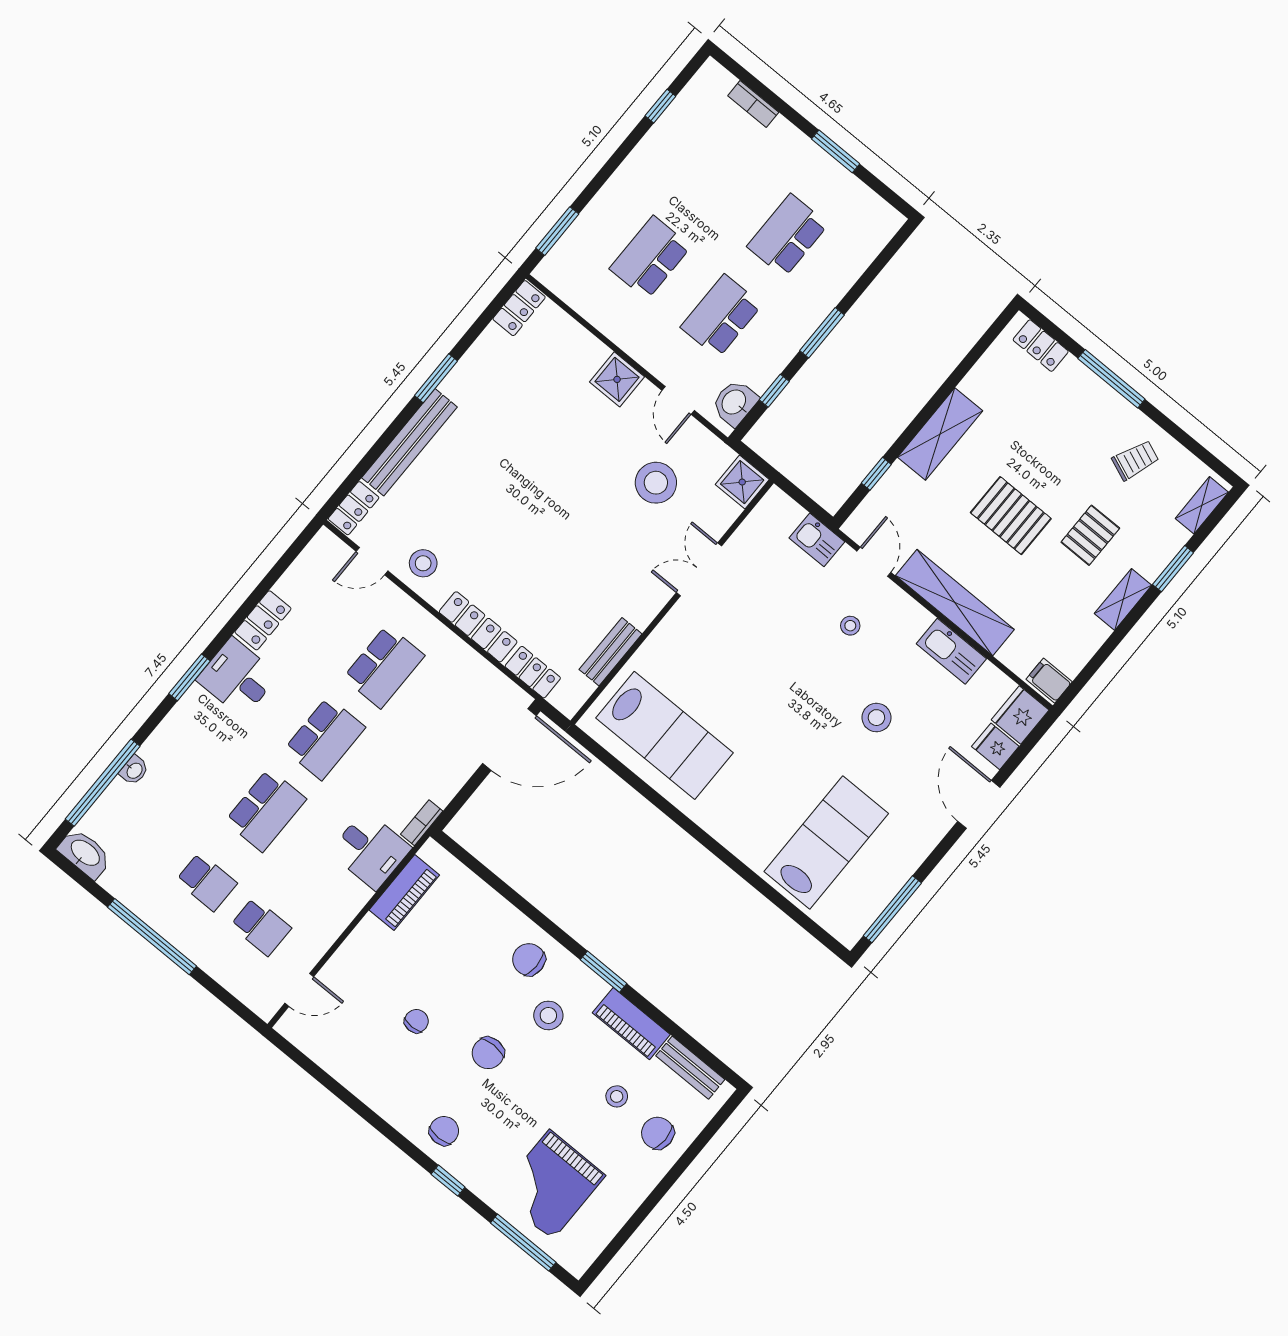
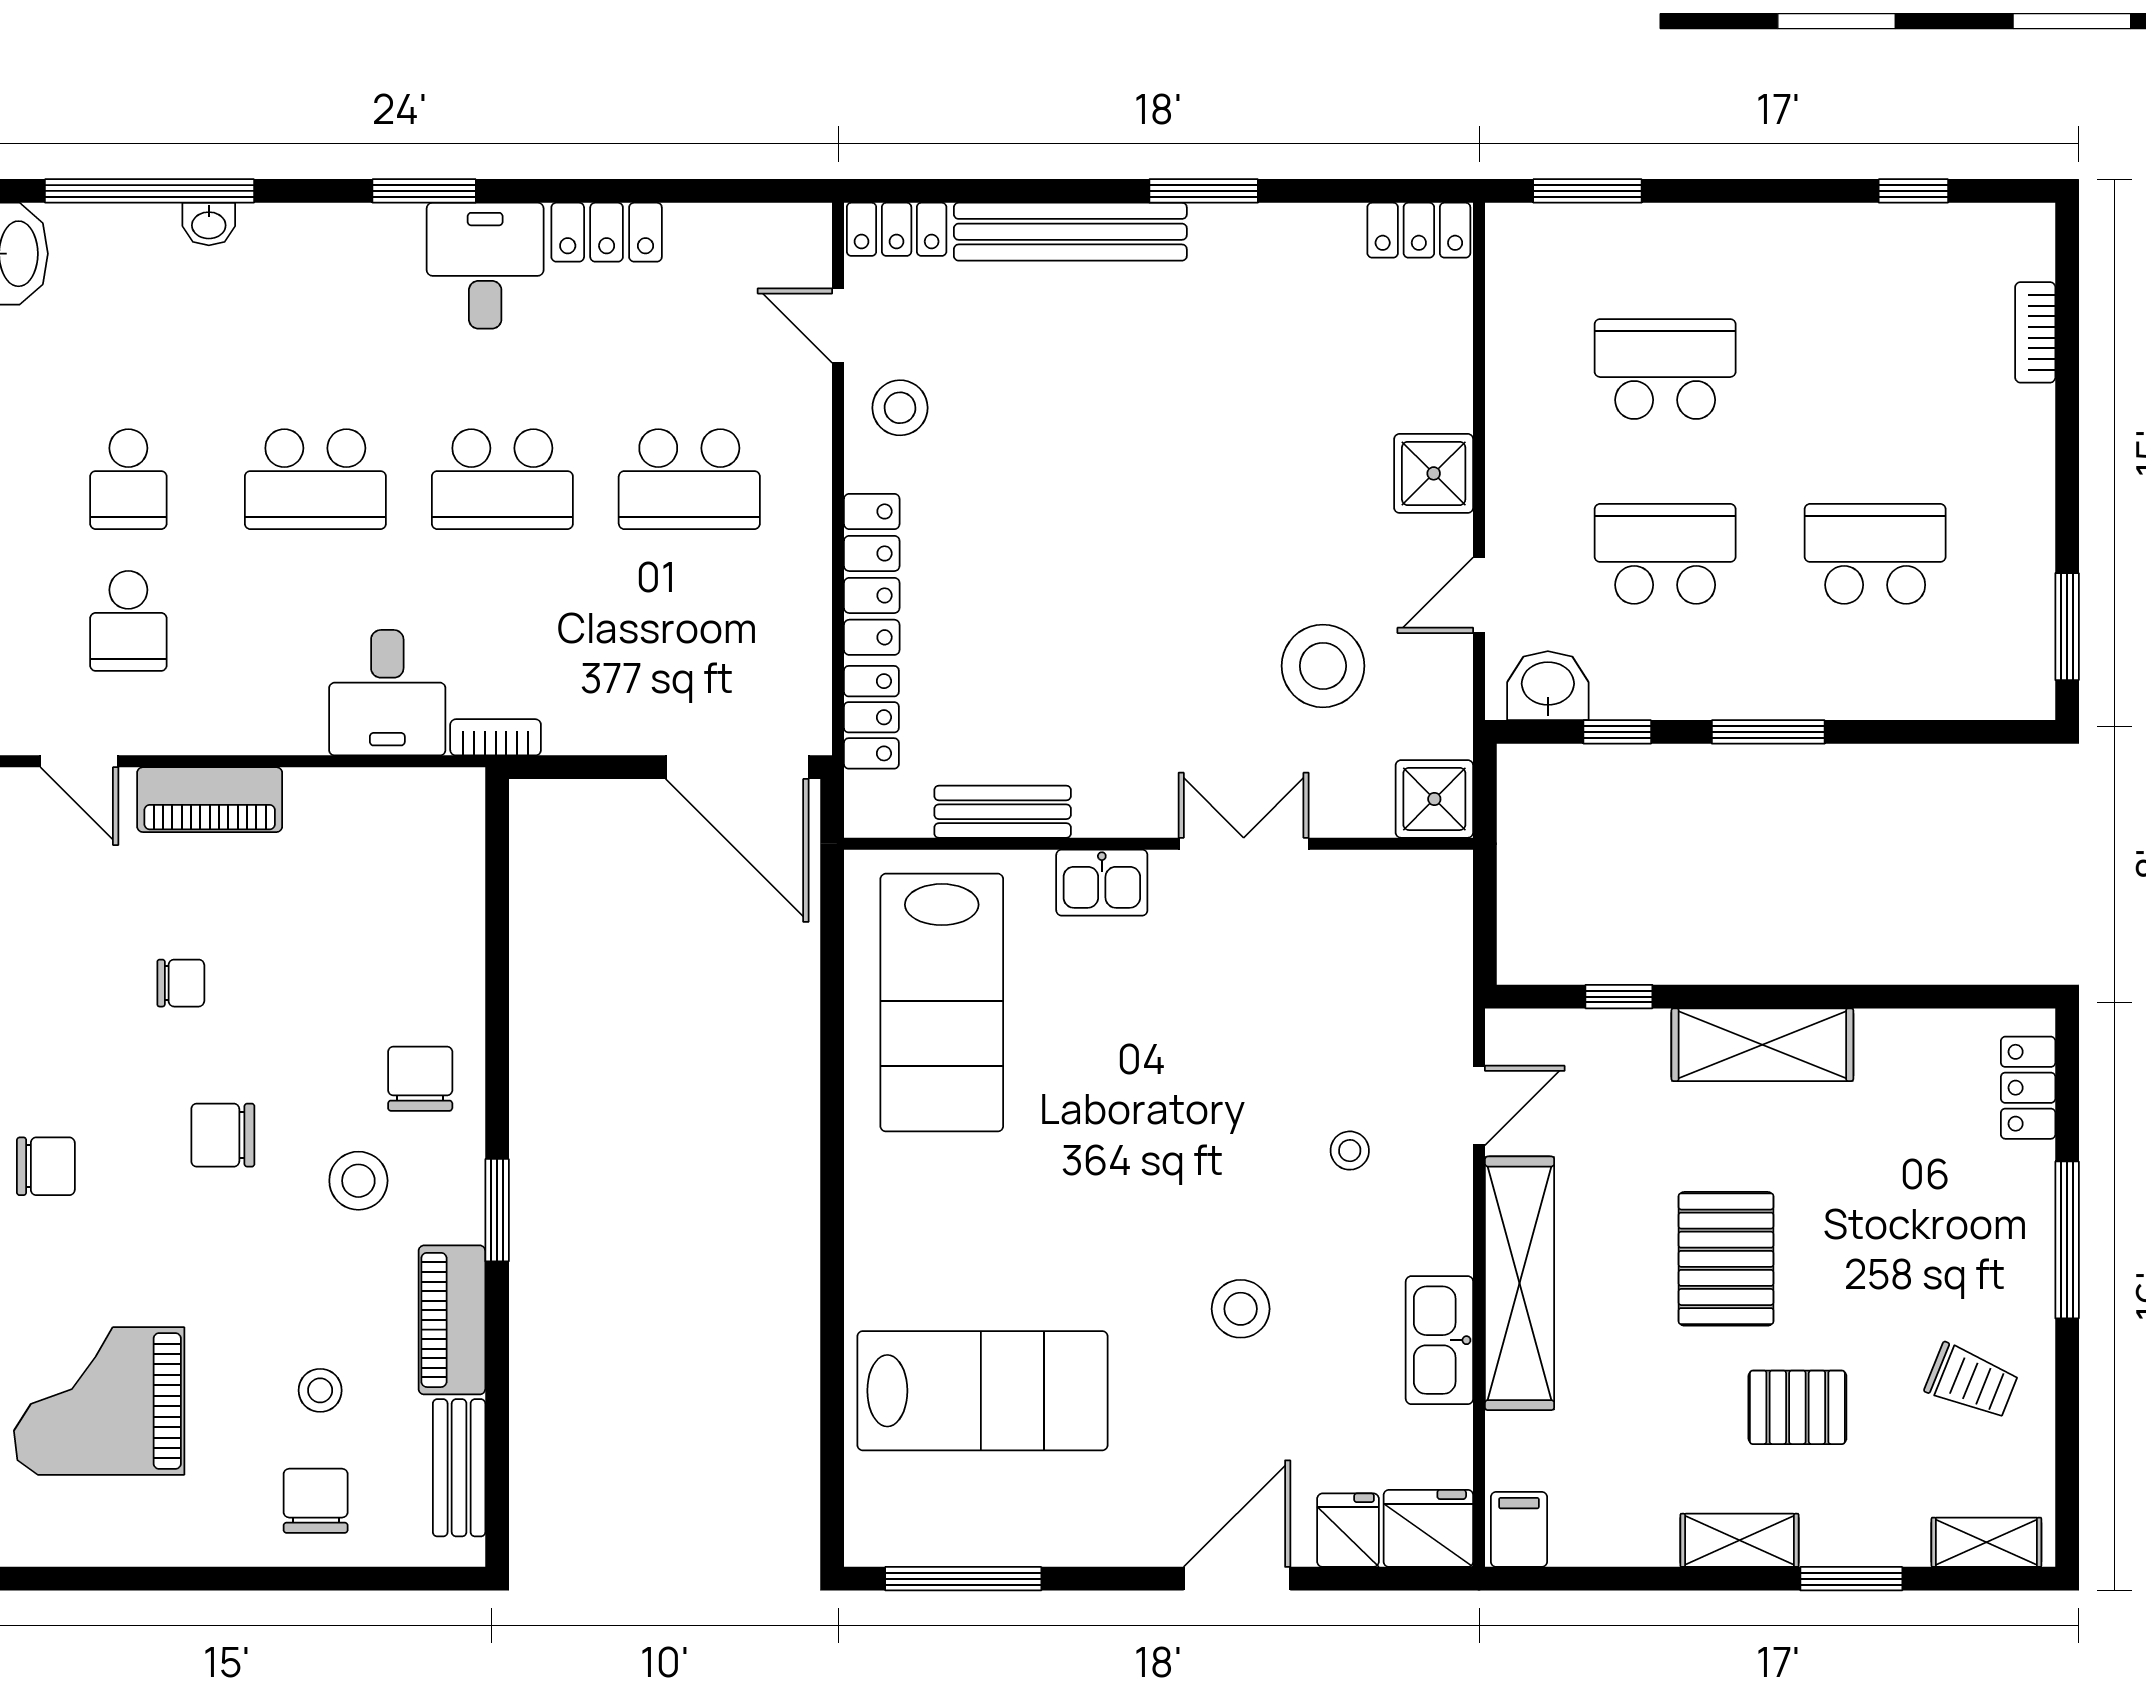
window: (836, 151) -> (2067, 627), moved
kitchen sink: (817, 540) -> (1102, 883), moved, turned -90
piano: (404, 892) -> (210, 800), moved

